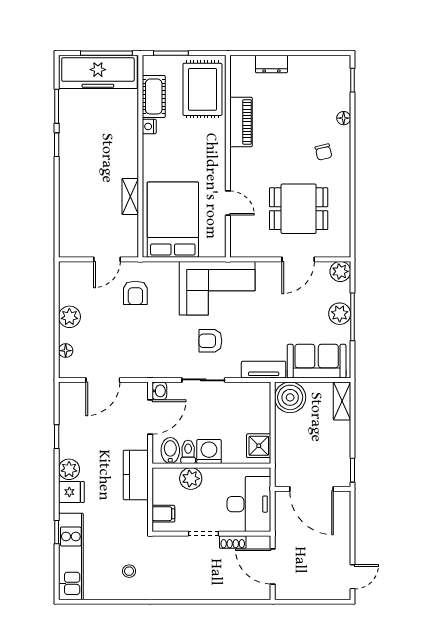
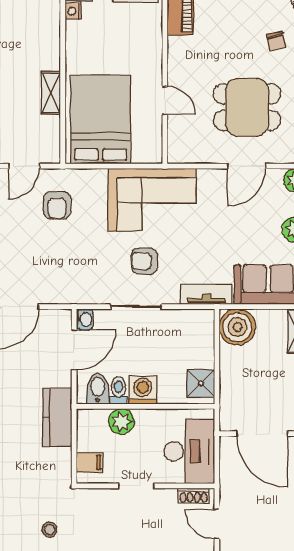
shoe rack: (233, 542) -> (194, 496), moved
door: (273, 566) -> (217, 524), width x0.73

